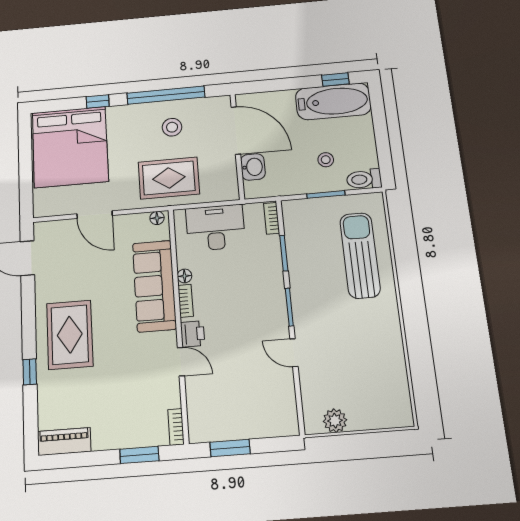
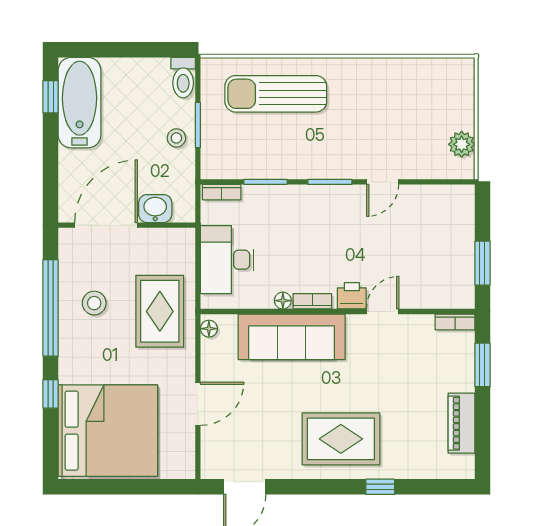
stool: (326, 160) -> (176, 138), moved
piano: (64, 441) -> (461, 423), moved

